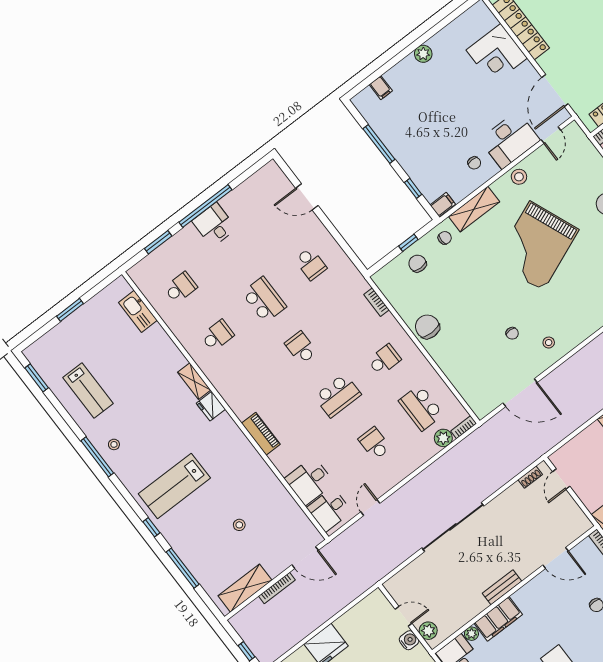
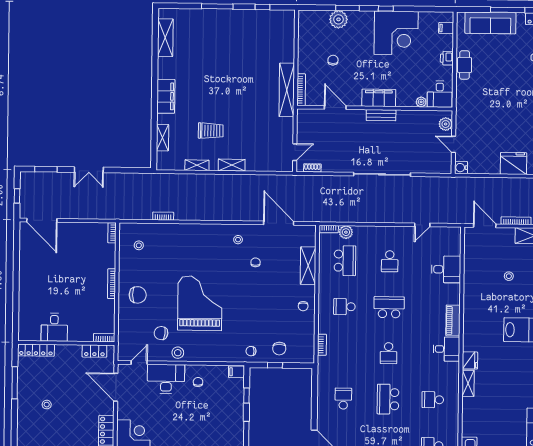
door: (555, 91) -> (116, 387), swing flipped
chair: (552, 183) -> (161, 333), added
shelving: (474, 209) -> (308, 266), moved, turned 90
grand piano: (536, 246) -> (200, 303), turned -68
chair: (427, 327) -> (303, 306), width x0.54, depth x0.54
desk: (329, 510) -> (446, 349), moved
filing cabinet: (498, 619) -> (379, 98), moved
water cooler: (409, 640) -> (461, 168), moved

